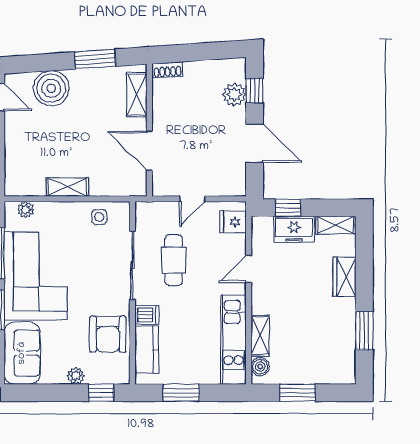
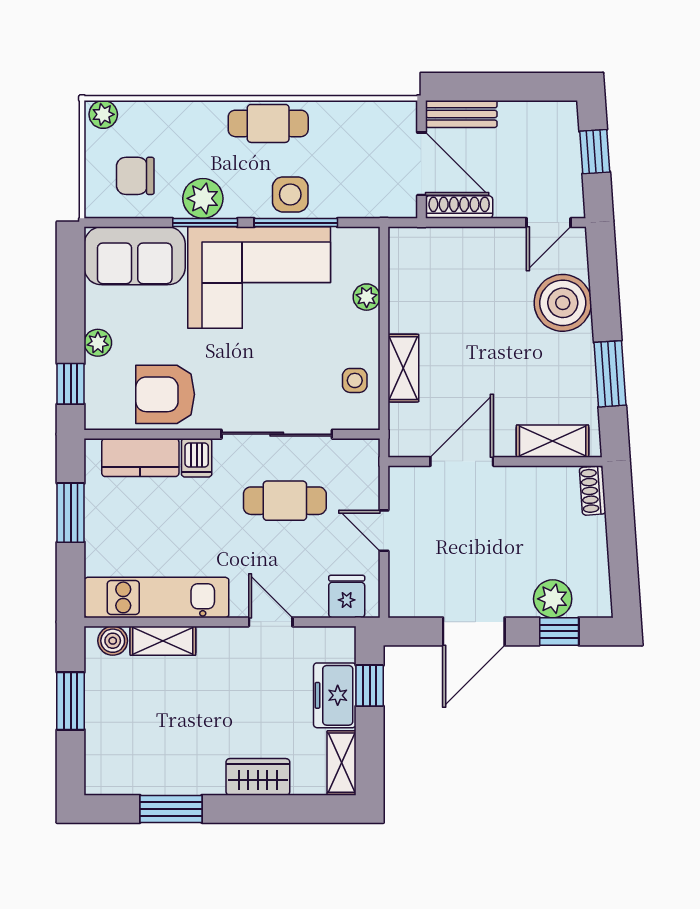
shelving: (67, 187) -> (403, 368), moved
plant: (26, 210) -> (367, 297), moved

